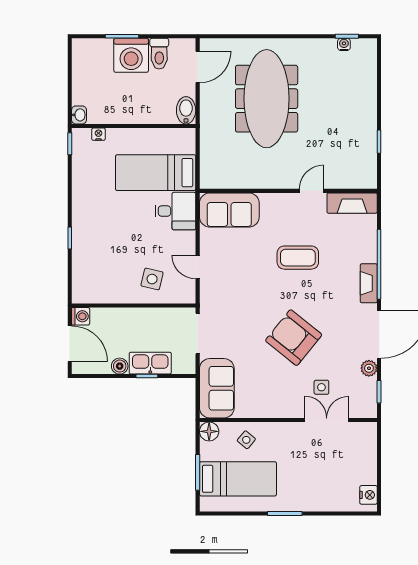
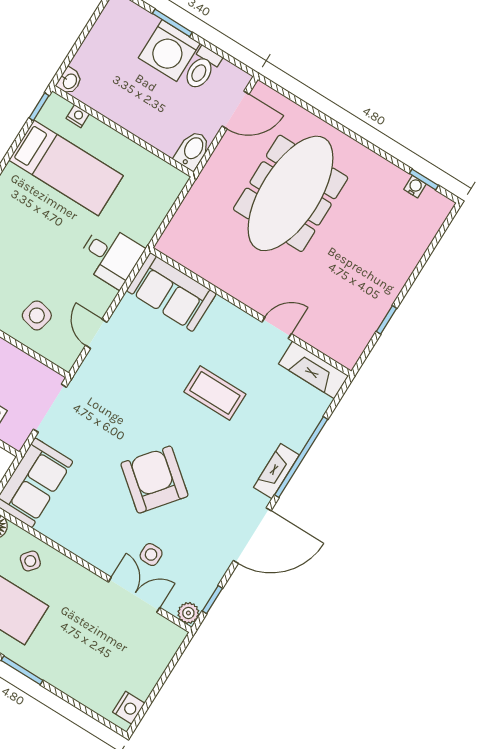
bed: (156, 173) -> (66, 168), moved, turned 180
plant: (369, 368) -> (188, 613), moved

